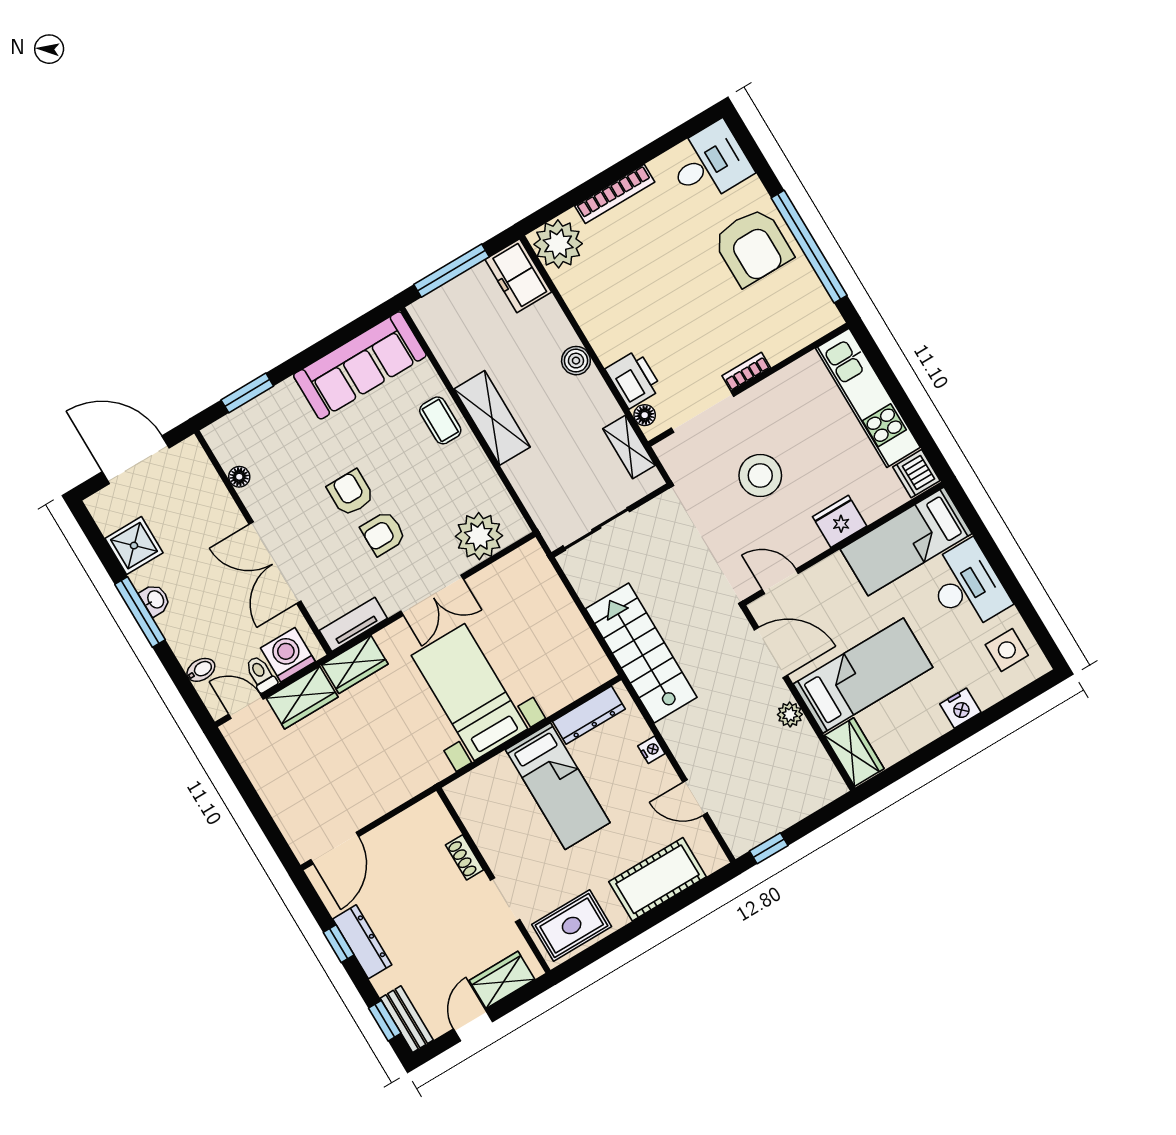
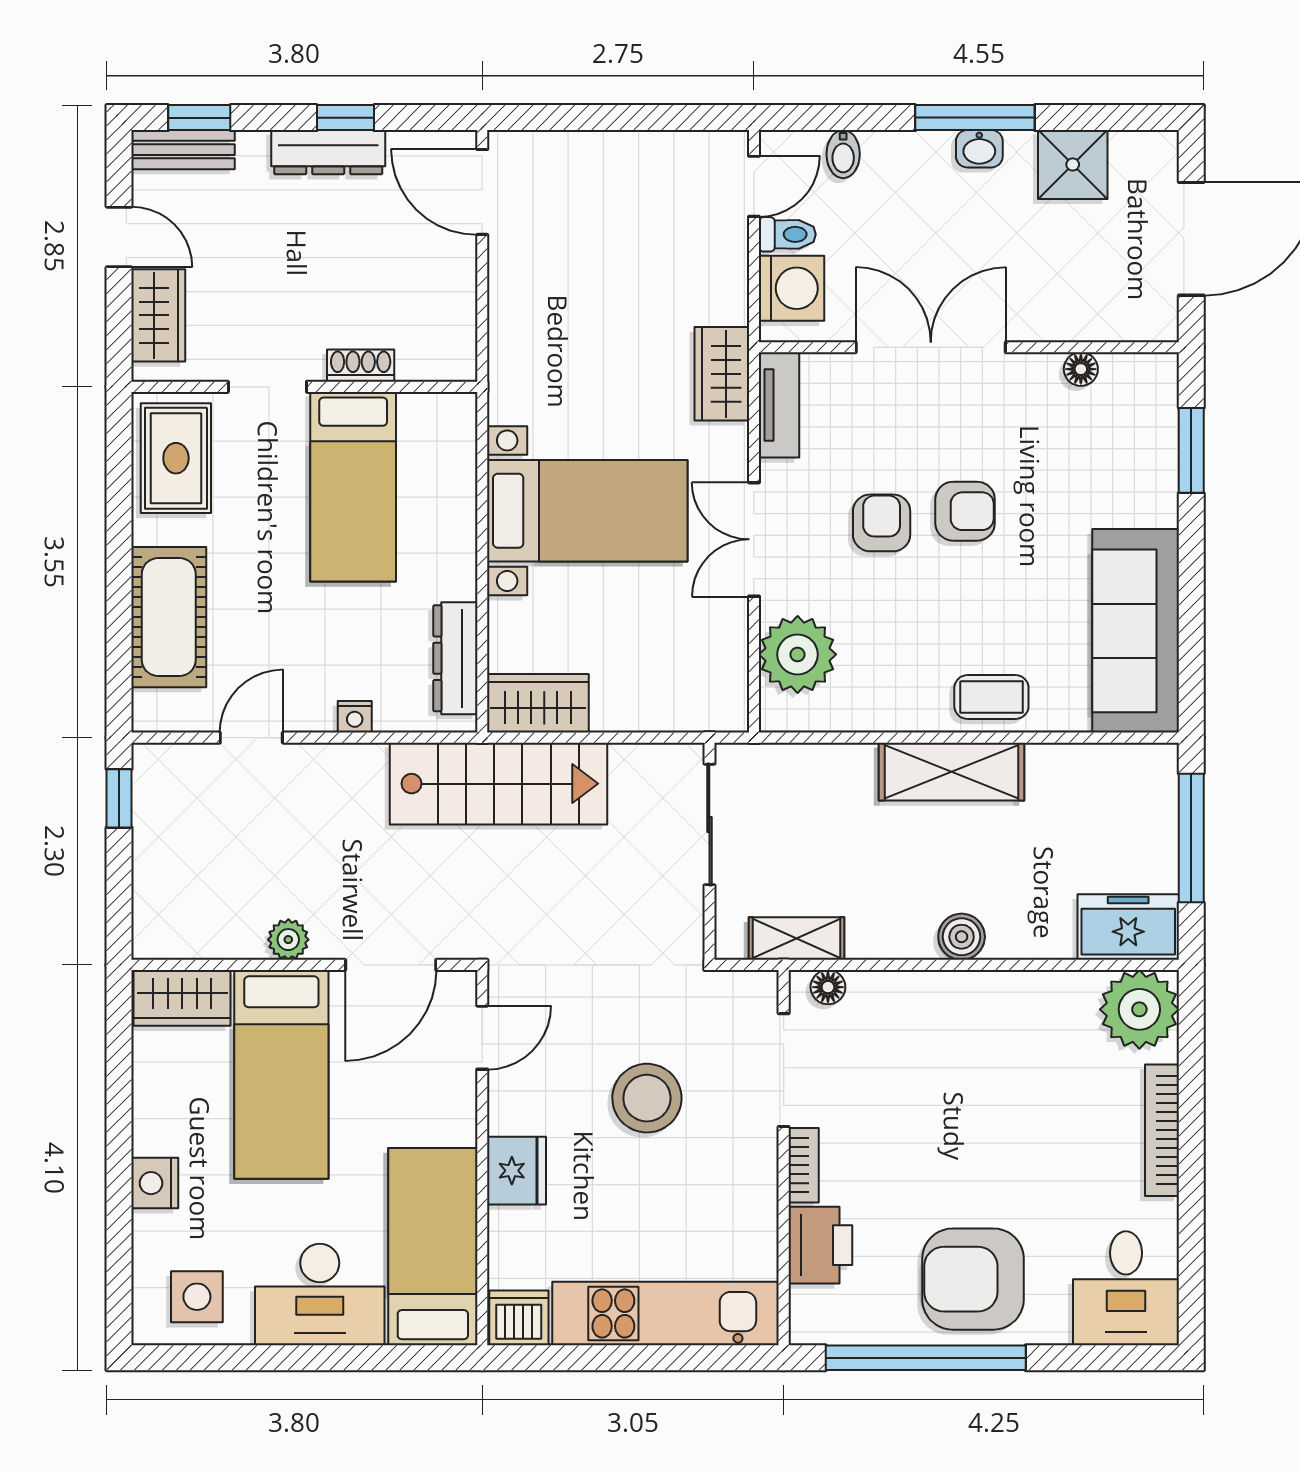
printer: (634, 379) -> (820, 1245), moved, turned -90
wardrobe: (302, 698) -> (538, 703), moved, turned 90
bed: (558, 786) -> (353, 487), moved, turned -90

